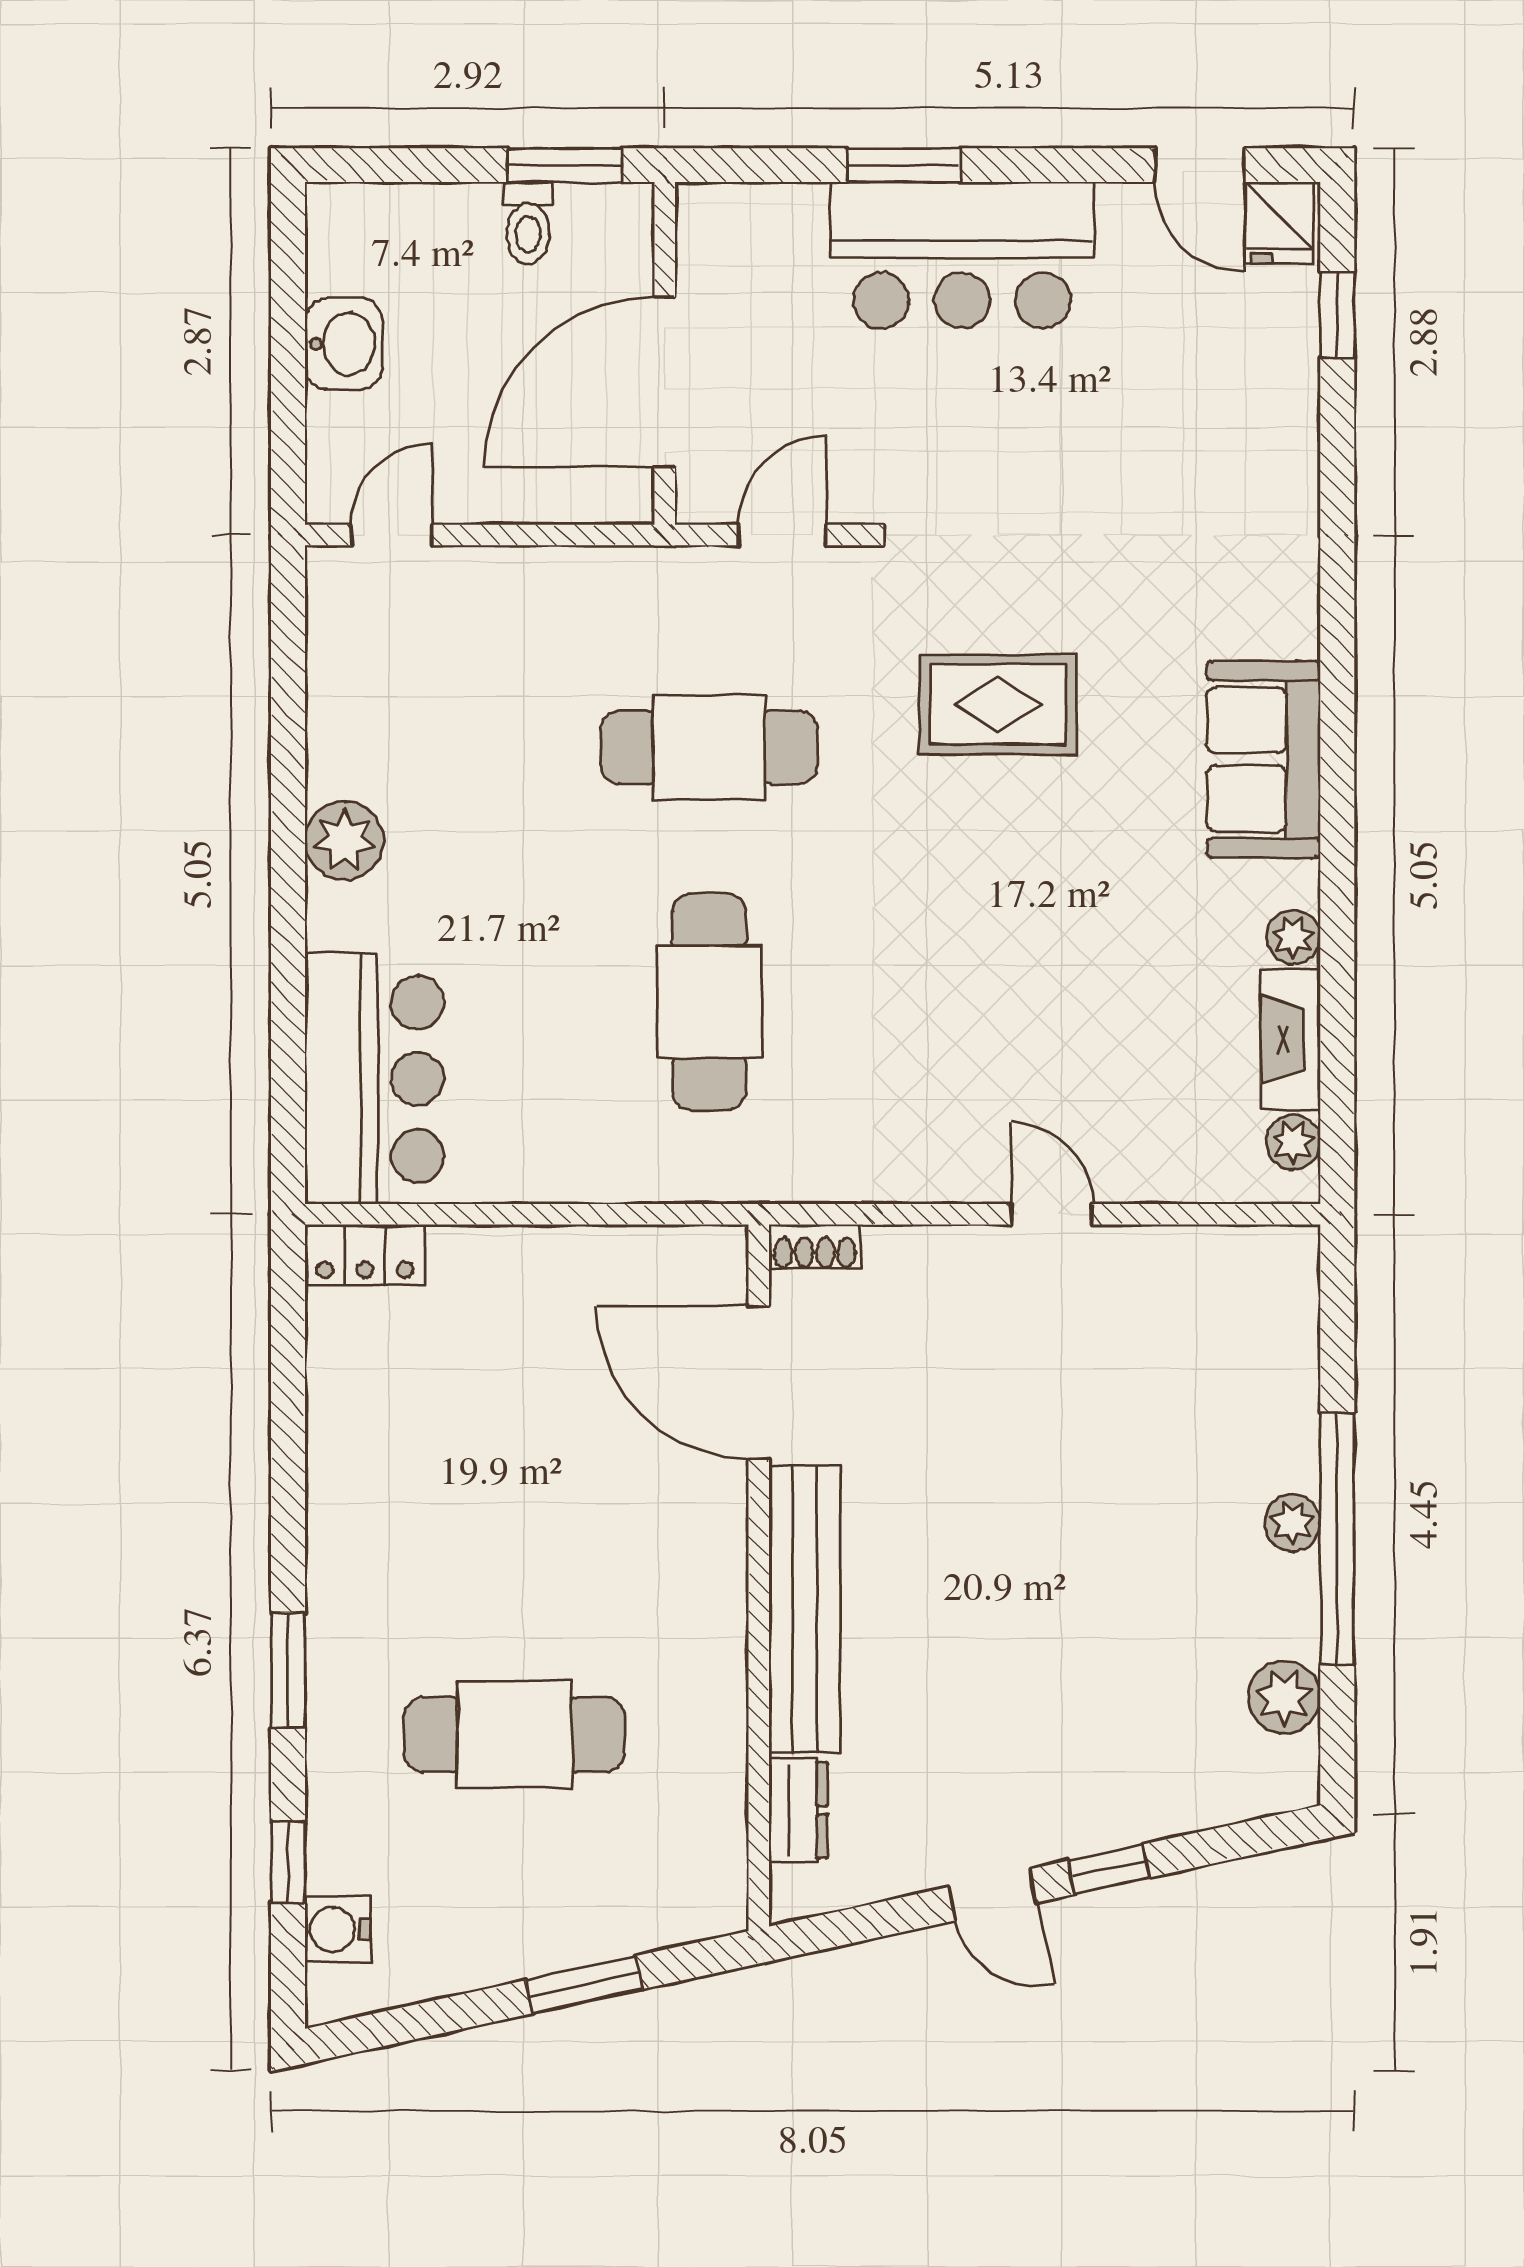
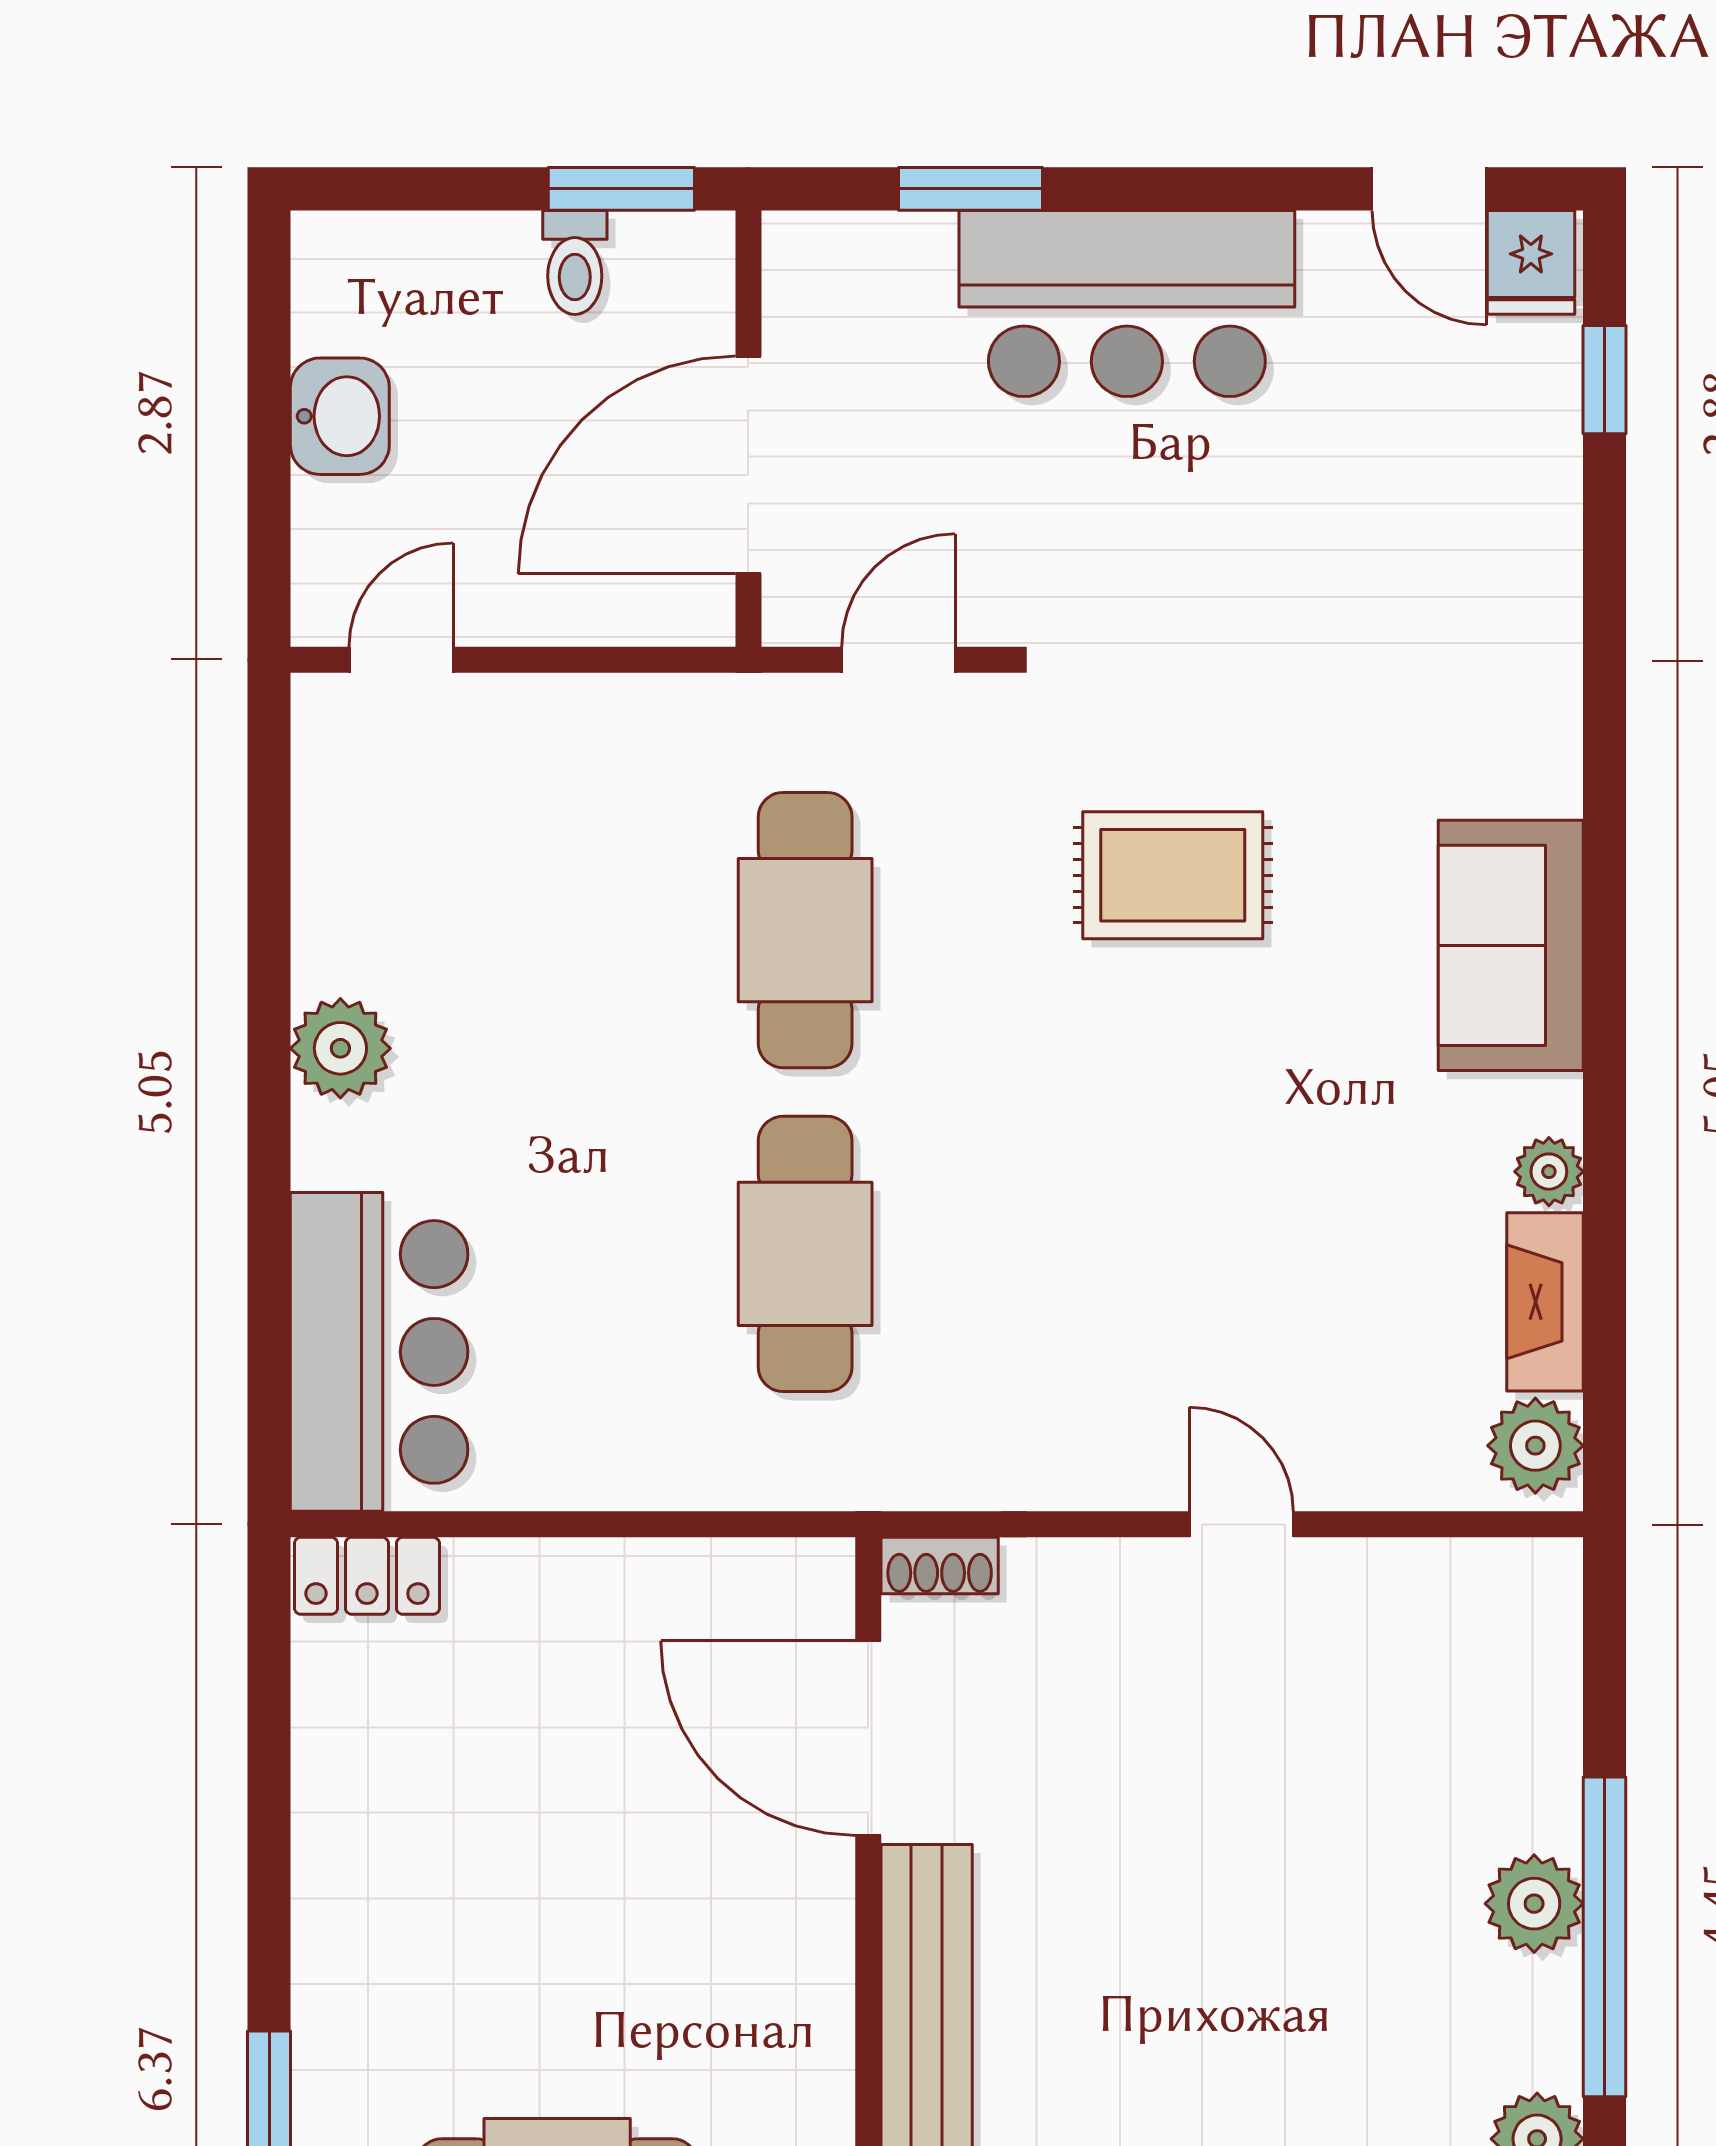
window: (904, 165) -> (970, 189), moved
cafe table: (709, 747) -> (805, 930), turned 90
plant: (1293, 1142) -> (1535, 1446), width x1.38, depth x1.38
plant: (1292, 1523) -> (1534, 1904), width x1.38, depth x1.38

